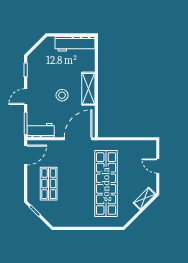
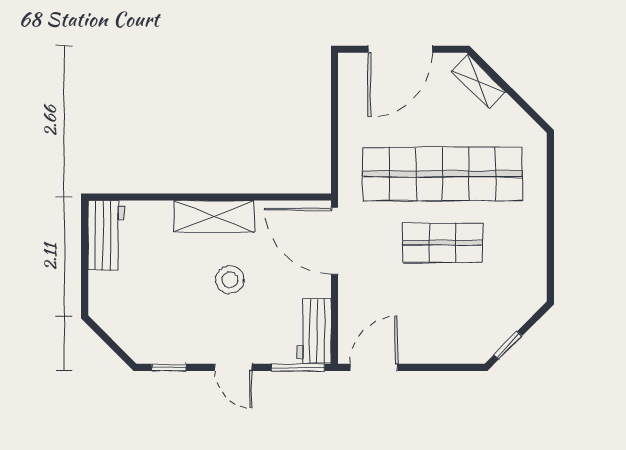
workbench: (75, 44) -> (106, 235), width x0.73
door: (26, 155) -> (374, 367), hinge flipped
door: (158, 166) -> (400, 49), width x1.87
shop shelf: (49, 184) -> (442, 243), moved

